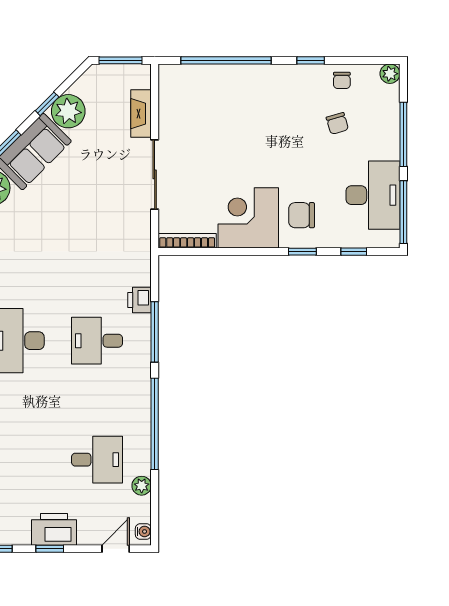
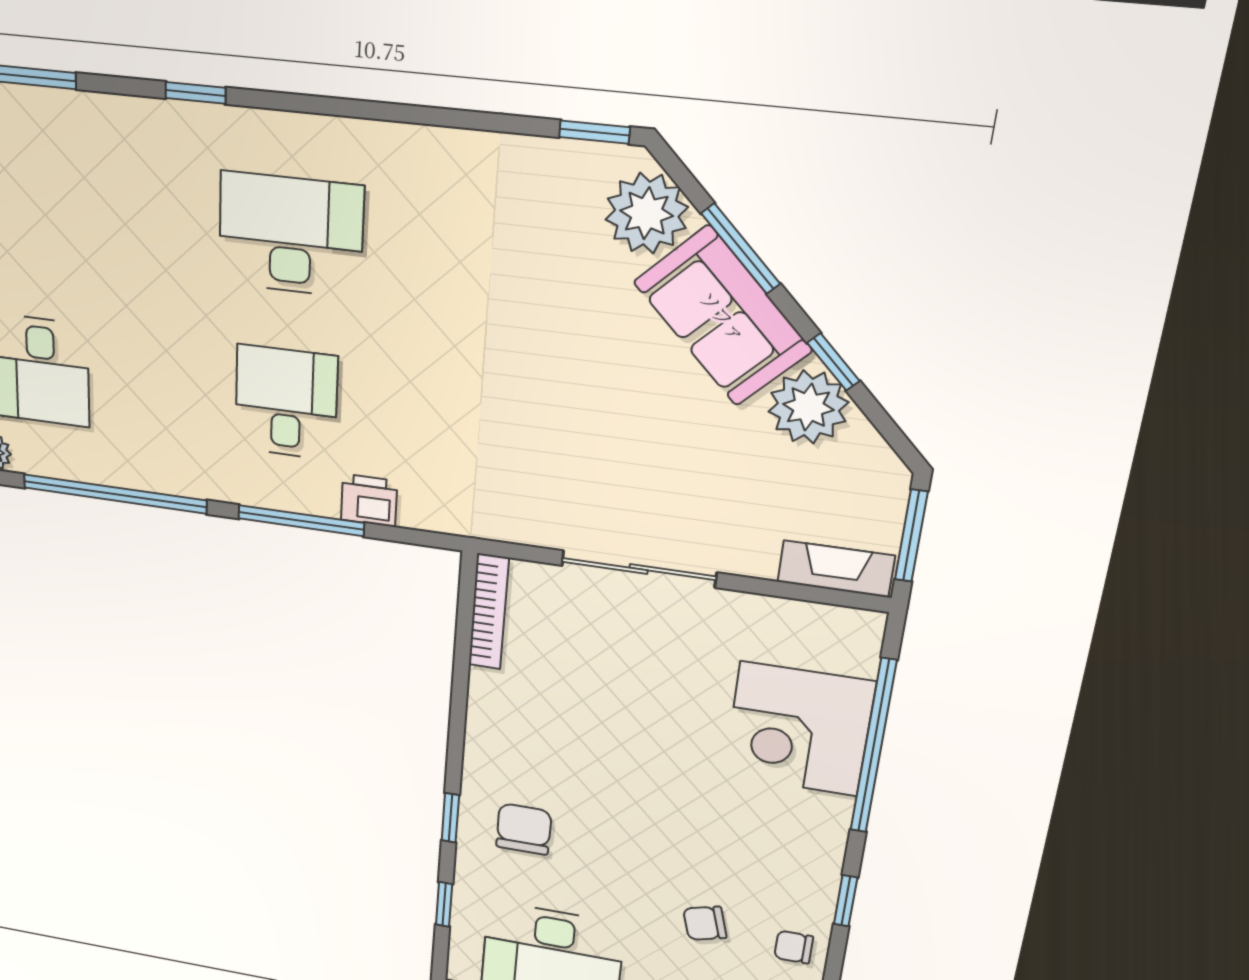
fireplace: (141, 114) -> (836, 569), moved
corner desk: (248, 218) -> (799, 729), moved, turned 180

